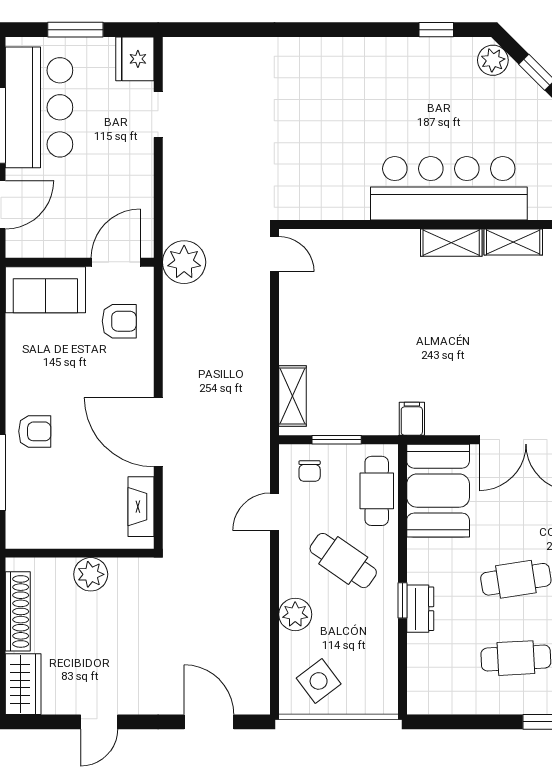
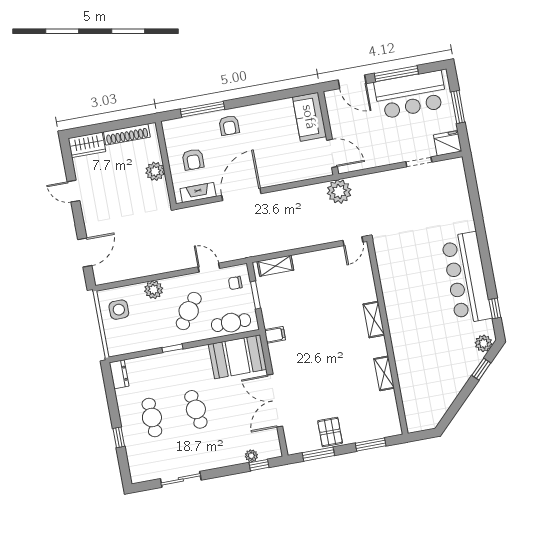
bar counter: (449, 188) -> (467, 278), moved, turned 180
shelving: (451, 243) -> (374, 320), moved
armchair: (119, 321) -> (193, 159), moved
dresser: (420, 609) -> (119, 374), moved, turned -90
side table: (319, 681) -> (119, 310), turned 37

